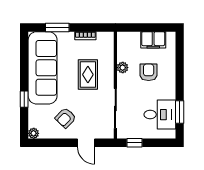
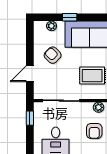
armchair: (149, 72) -> (94, 131), turned 90
plant: (34, 133) -> (52, 26), moved

